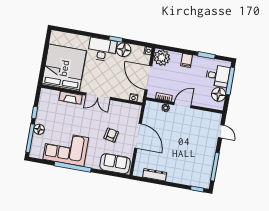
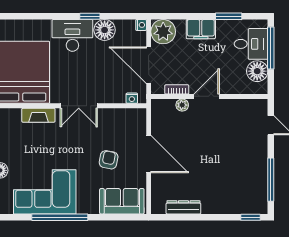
filing cabinet: (187, 60) -> (201, 29), width x2.00

